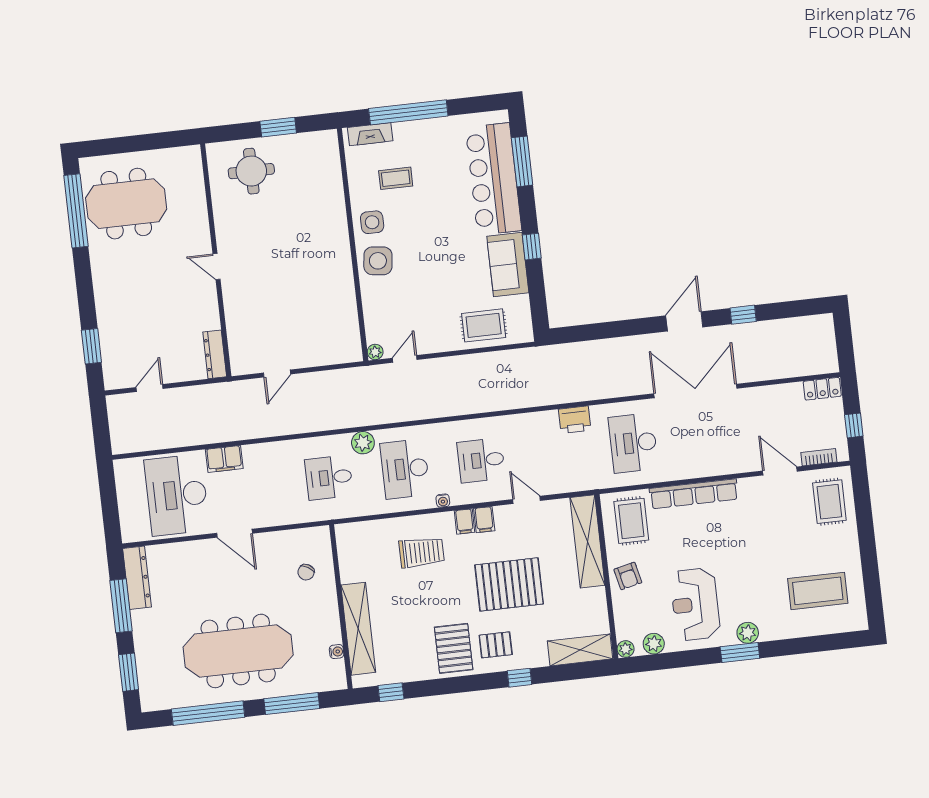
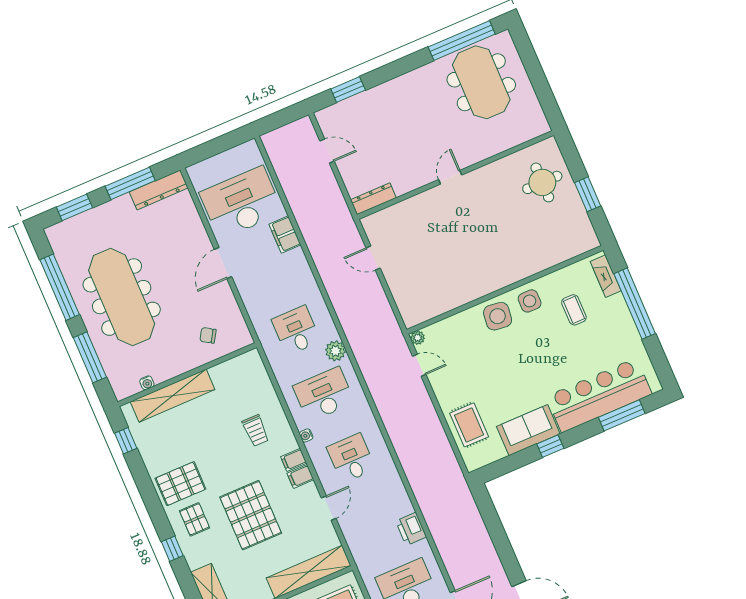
trolley: (422, 552) -> (256, 431), width x0.73, depth x0.72

